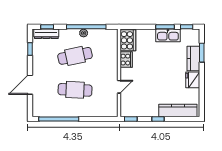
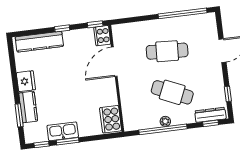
cafe table: (75, 56) -> (172, 92), turned 36
cooker: (126, 60) -> (102, 36), moved
door: (119, 87) -> (114, 62), width x1.87

